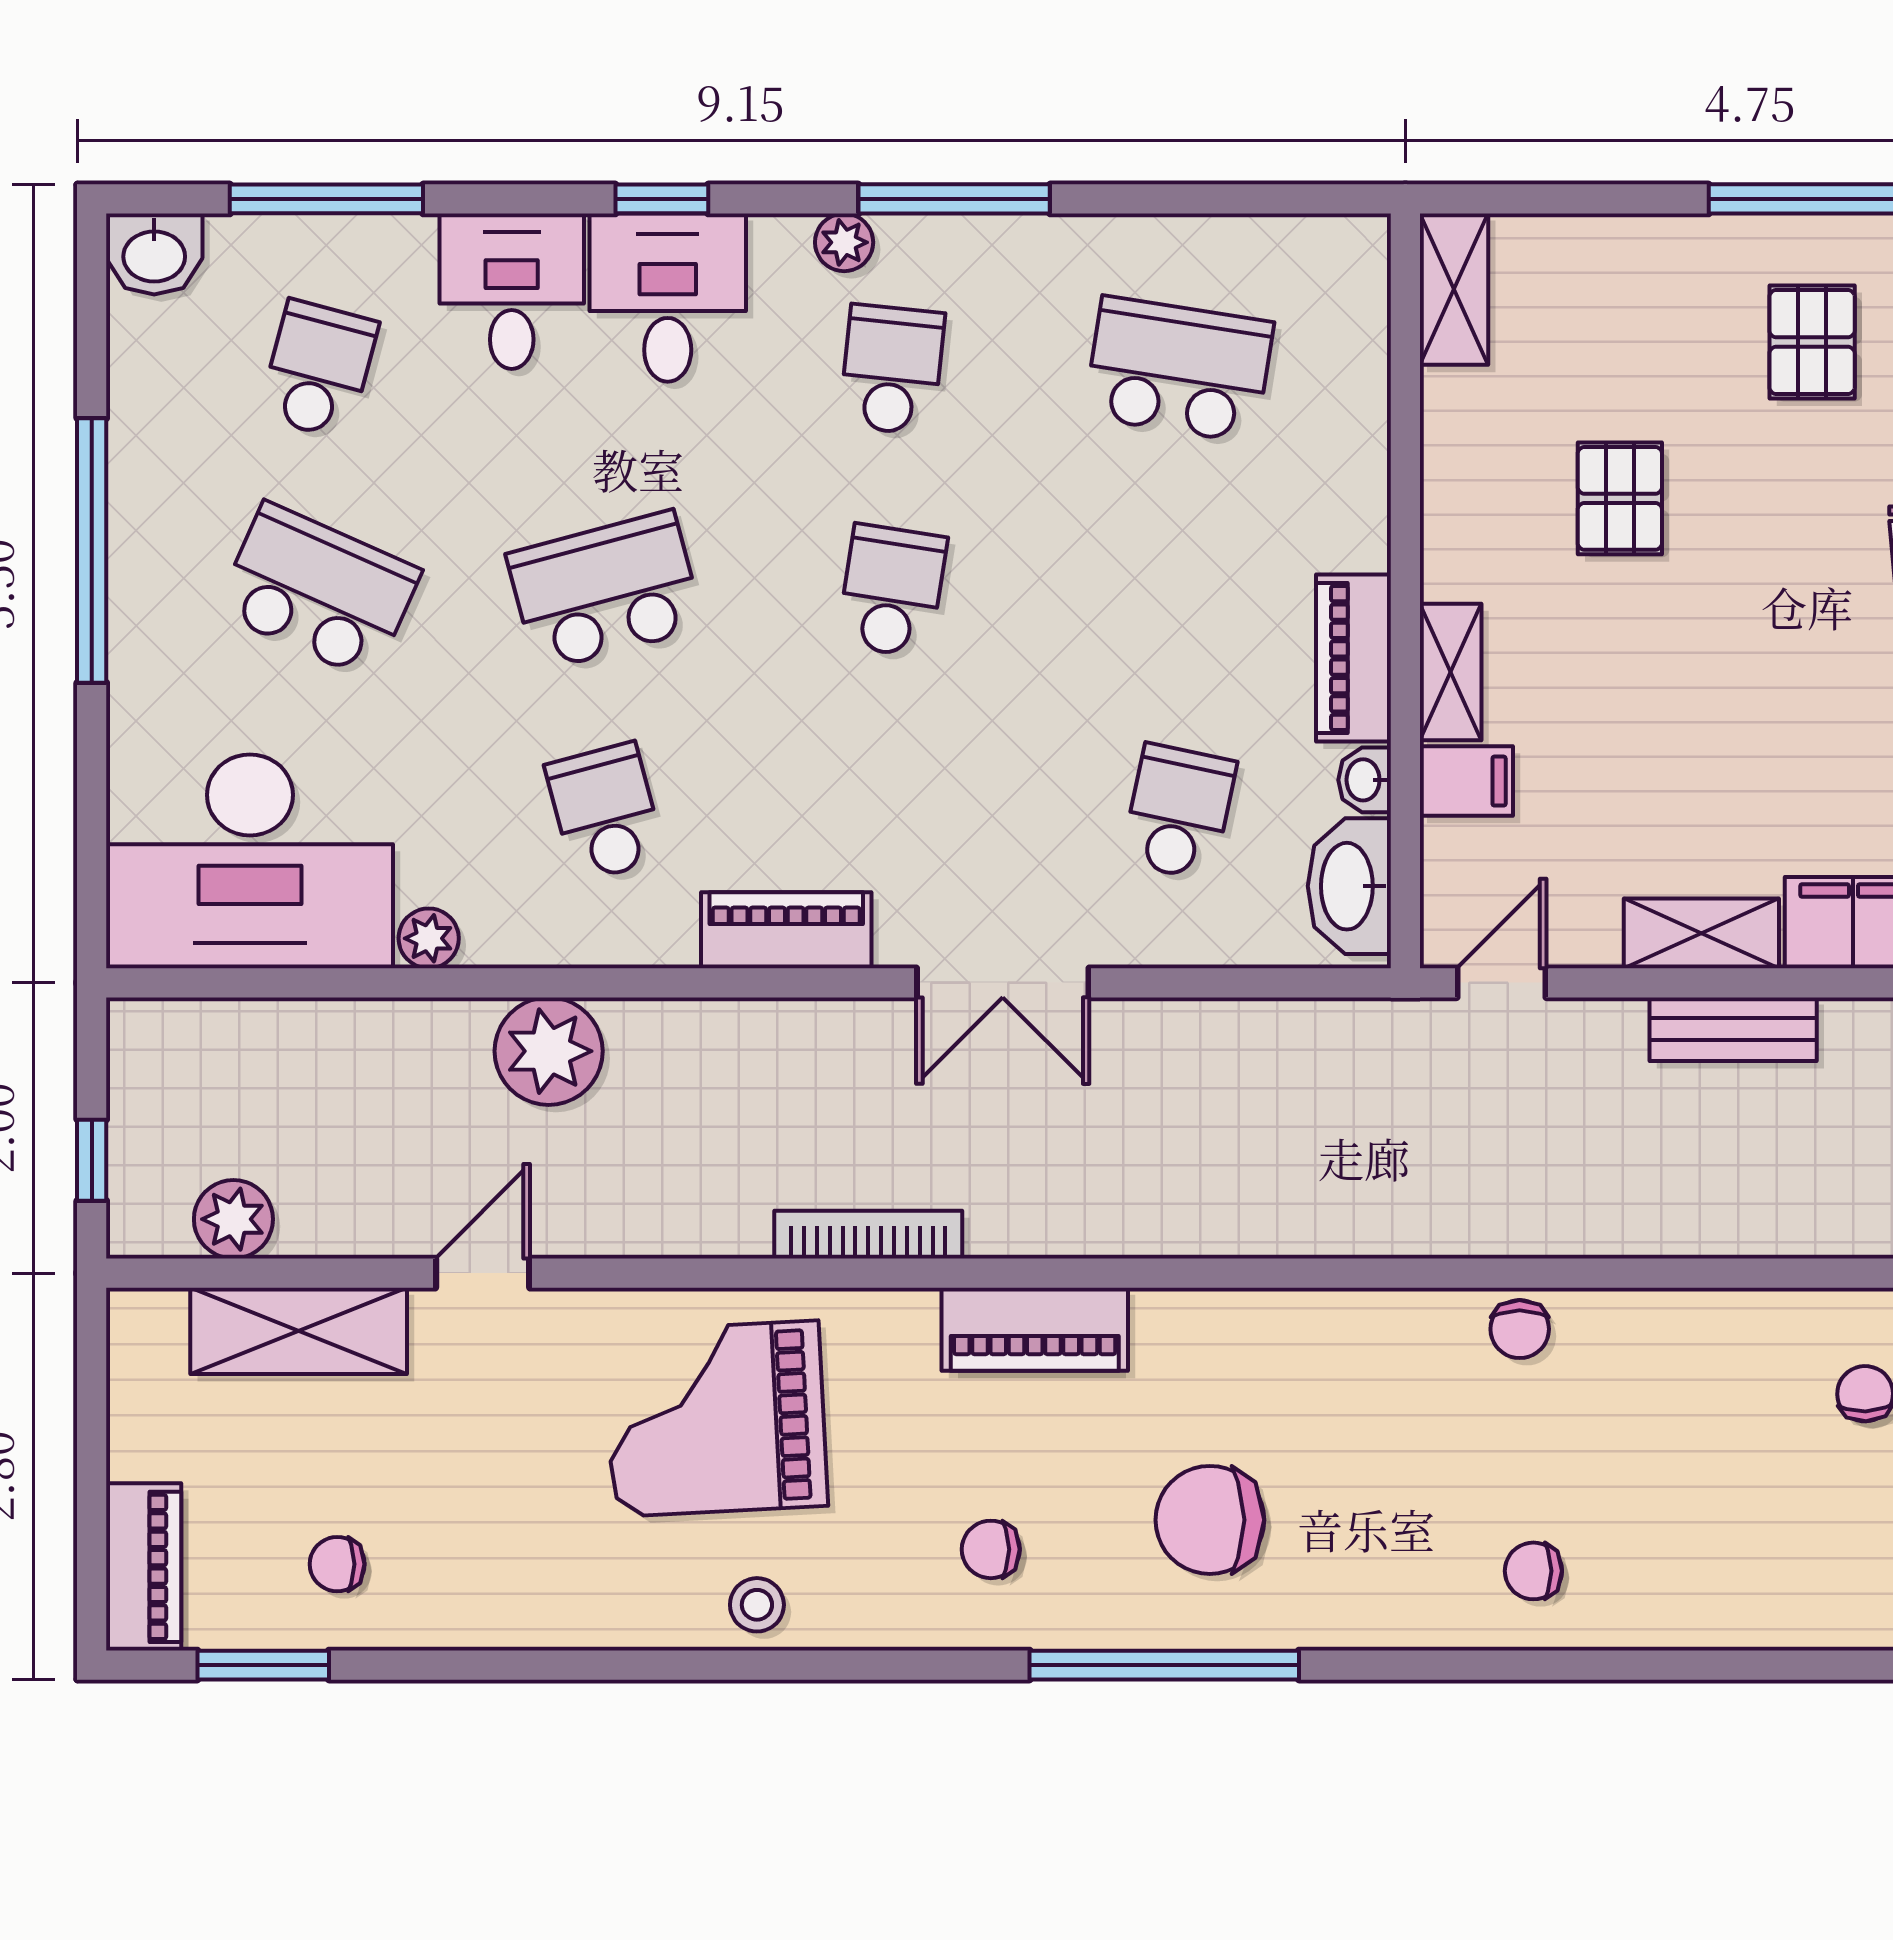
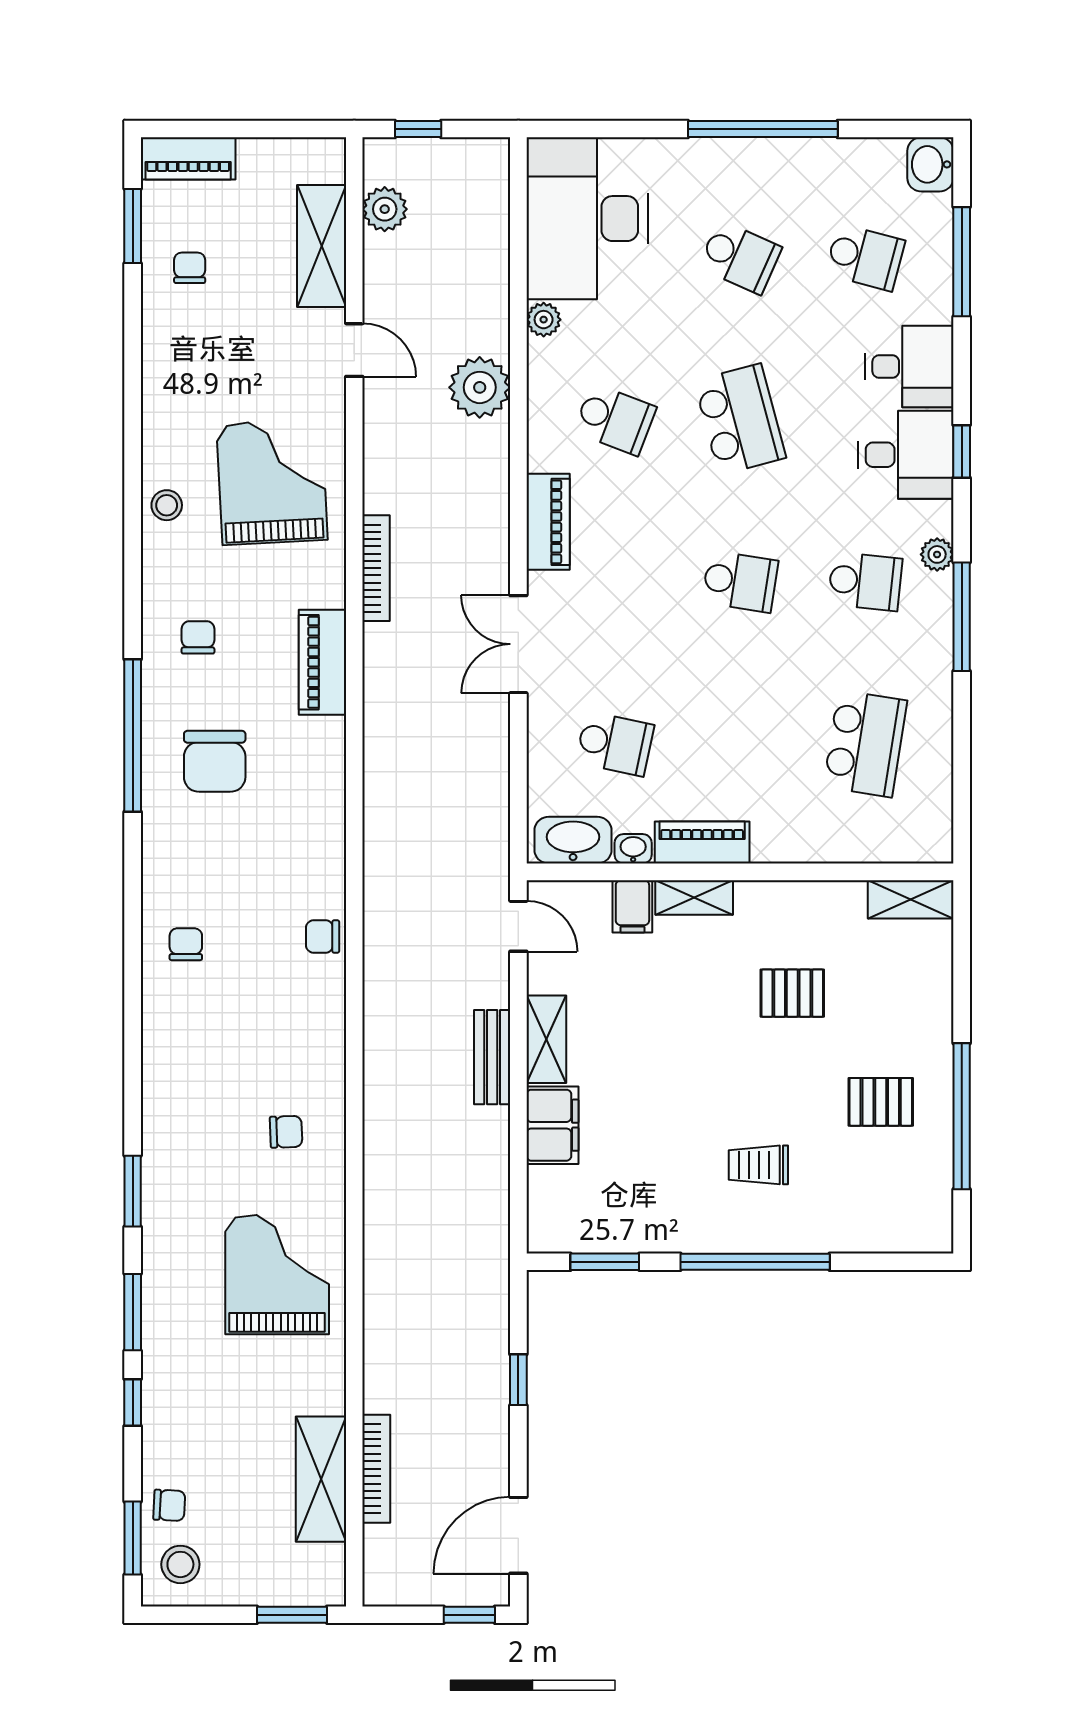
school desk: (318, 591) -> (740, 257), width x0.54
school desk: (605, 812) -> (615, 419), turned 36
chair: (1210, 1520) -> (215, 761), turned 180

